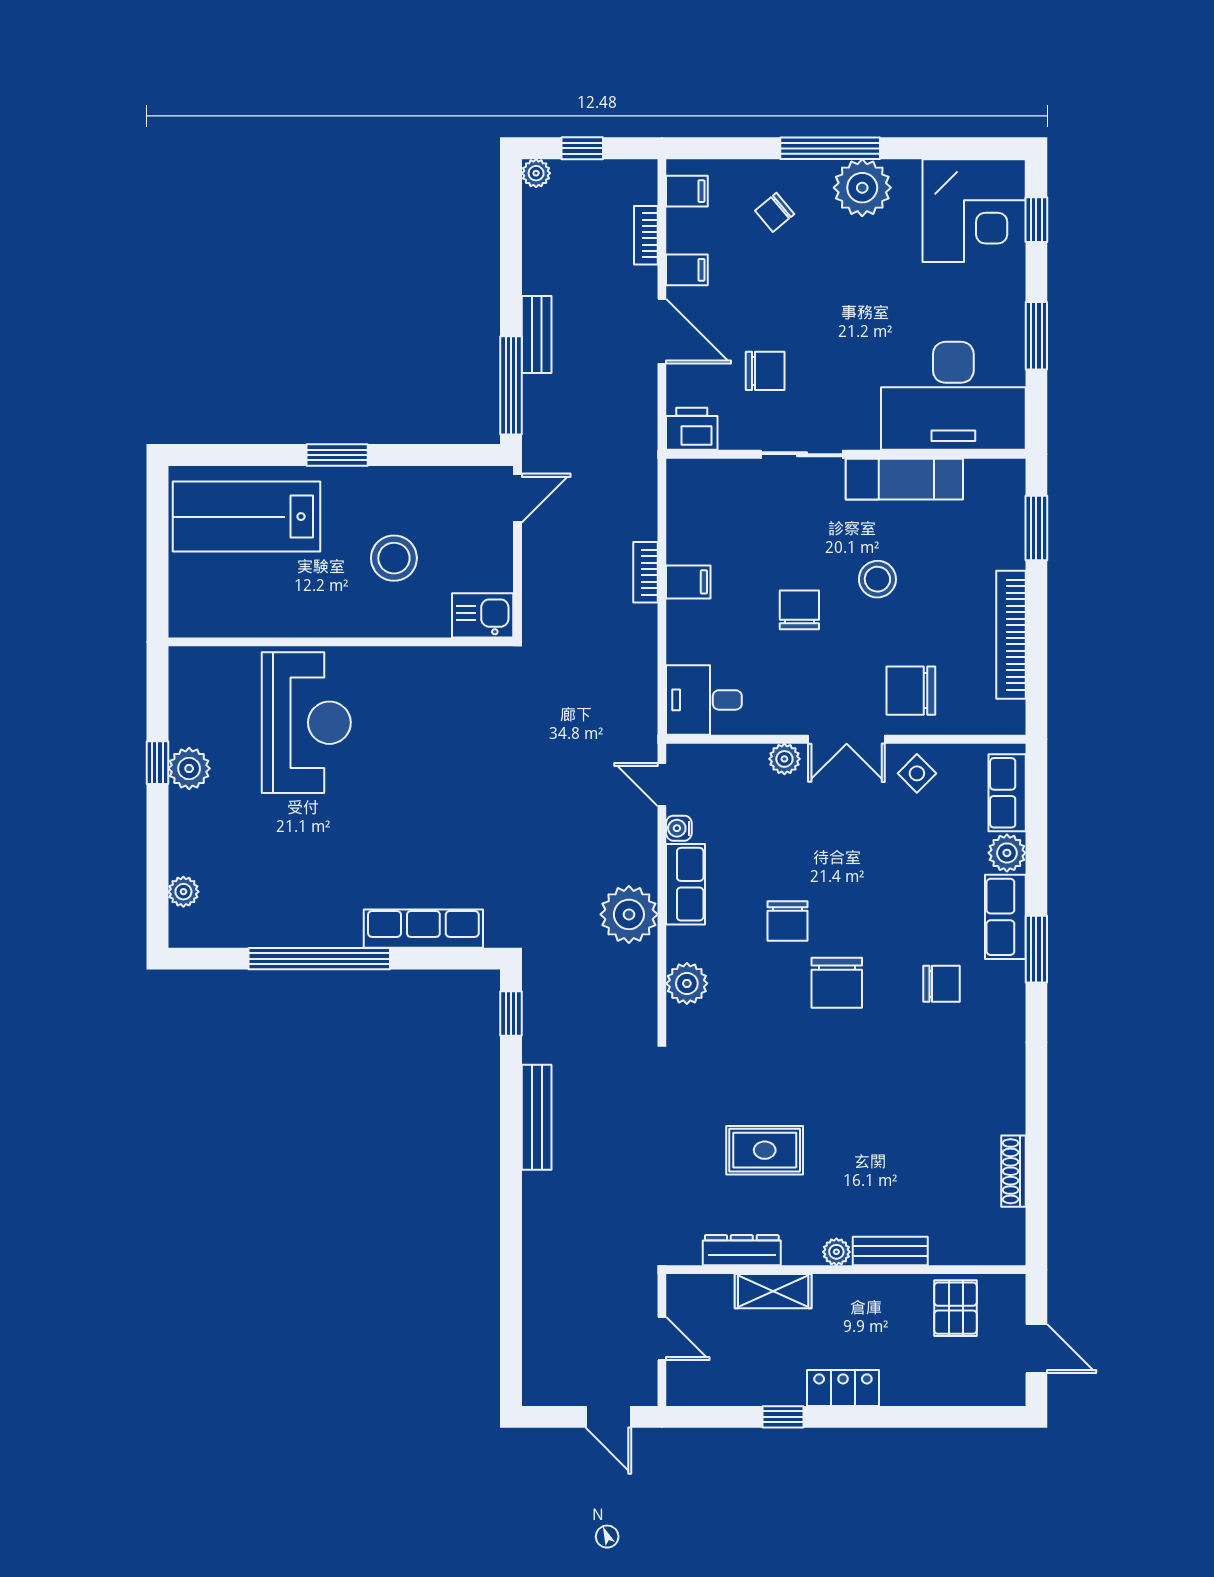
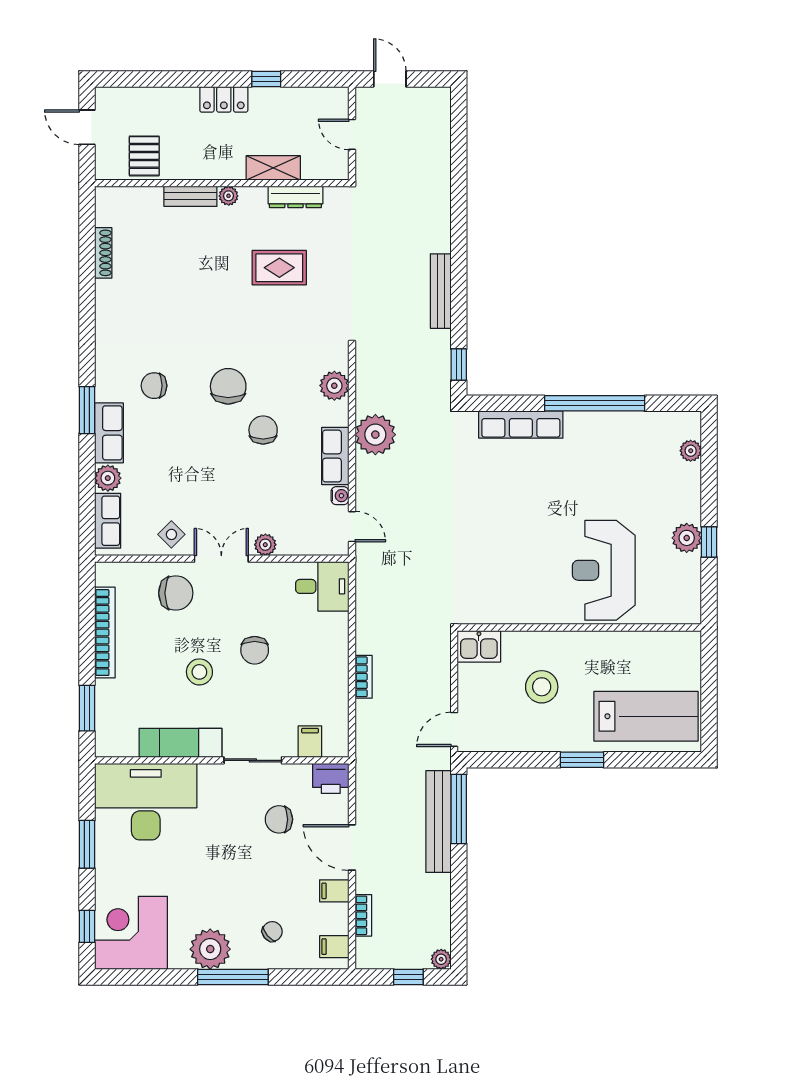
bench: (537, 334) -> (438, 822), width x1.86, depth x1.21
filing cabinet: (688, 582) -> (310, 742), moved, turned 90

